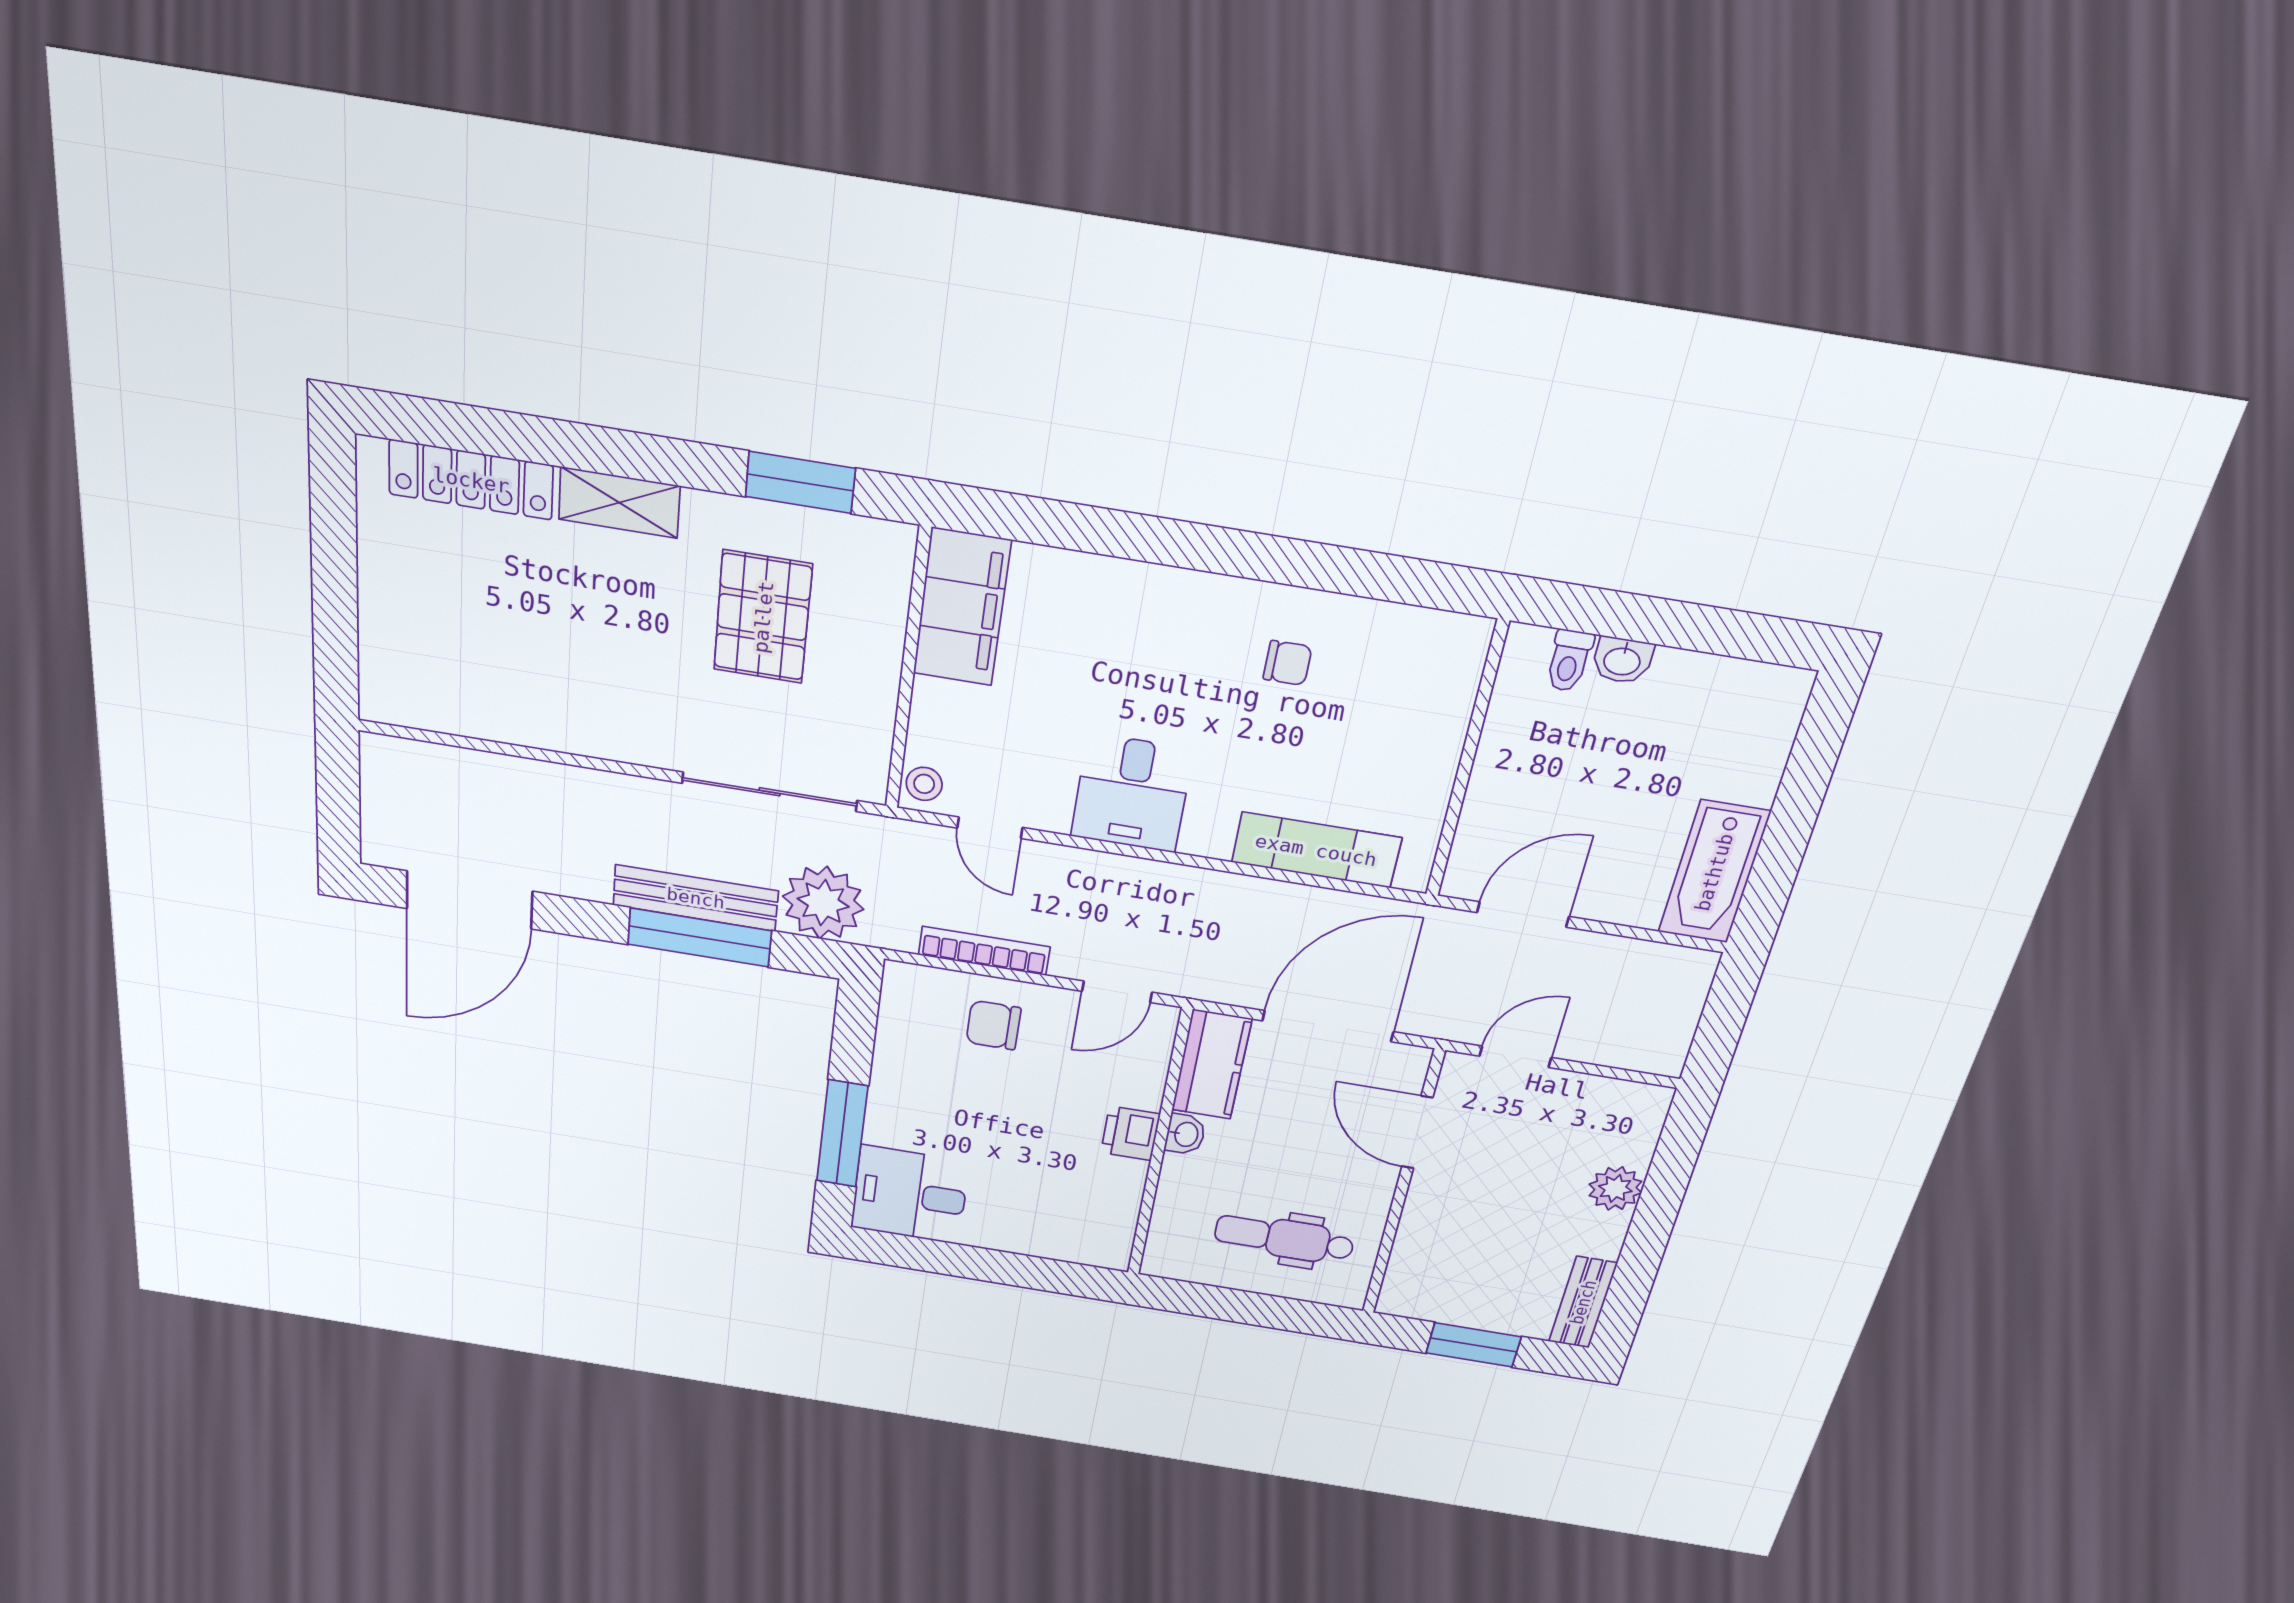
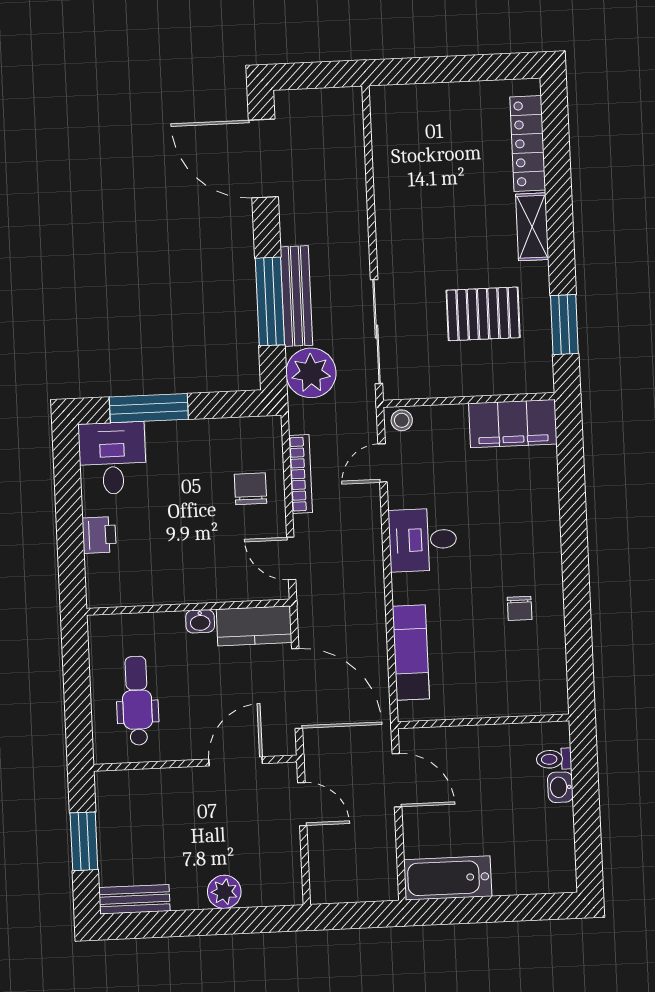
printer: (1130, 1133) -> (99, 535), moved, turned 90

